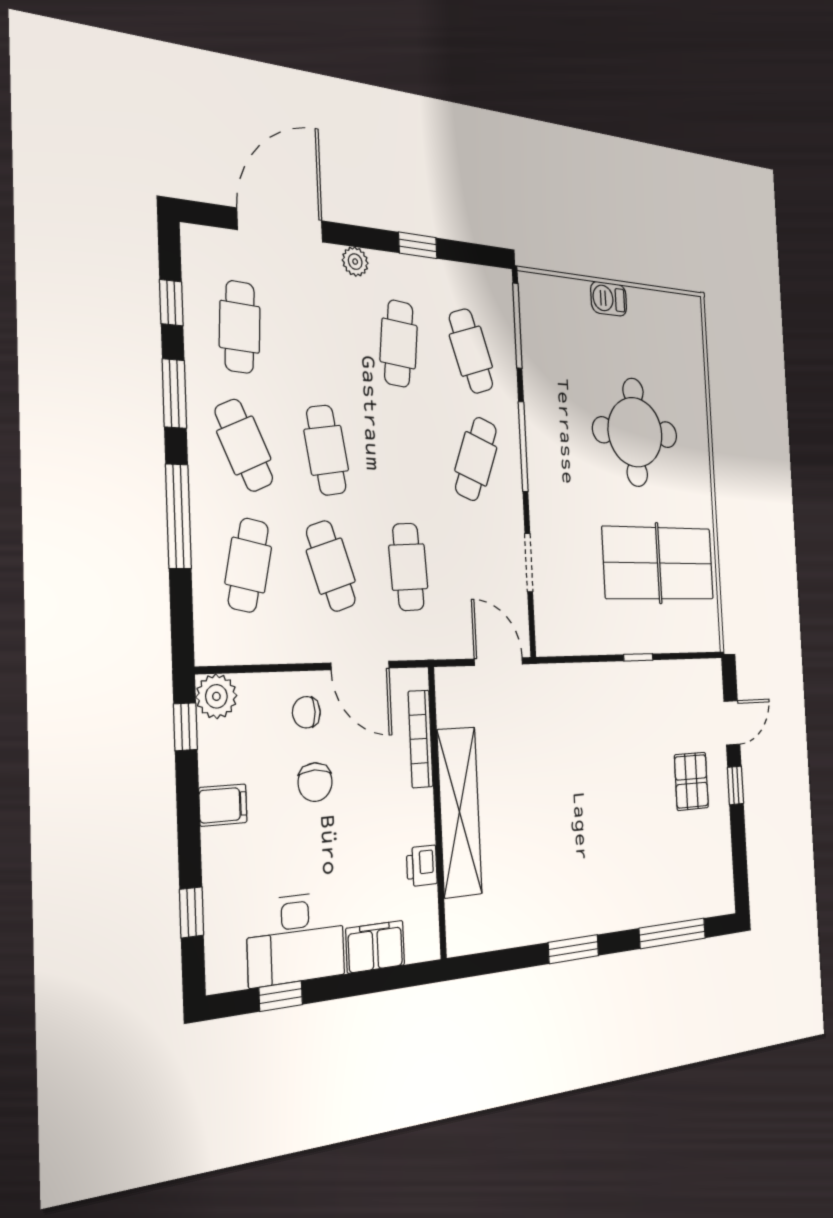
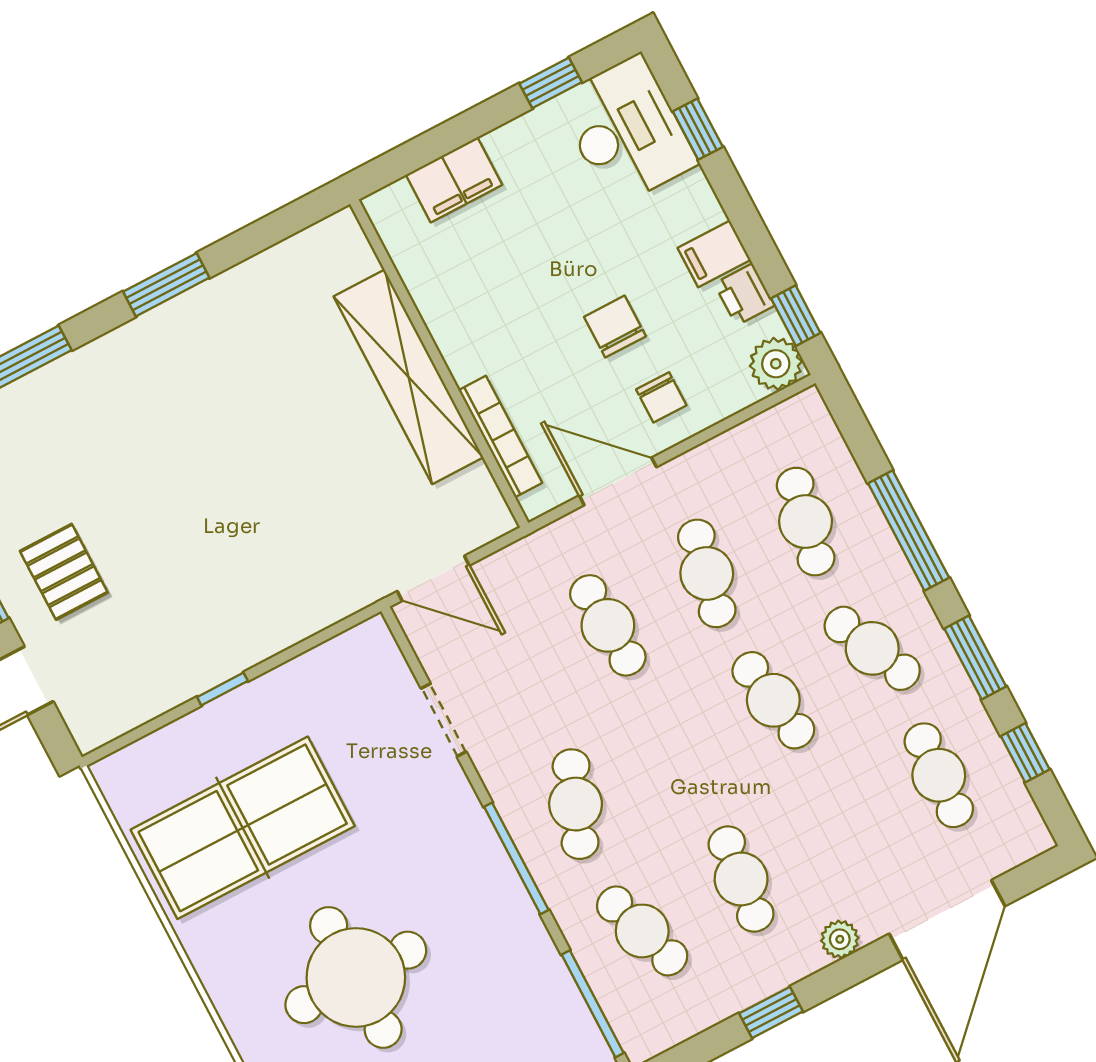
cafe table: (331, 566) -> (707, 573), turned 30
chair: (306, 712) -> (661, 397), turned 90
printer: (422, 866) -> (744, 295), moved, turned 180
desk: (296, 938) -> (626, 131), moved, turned 90

